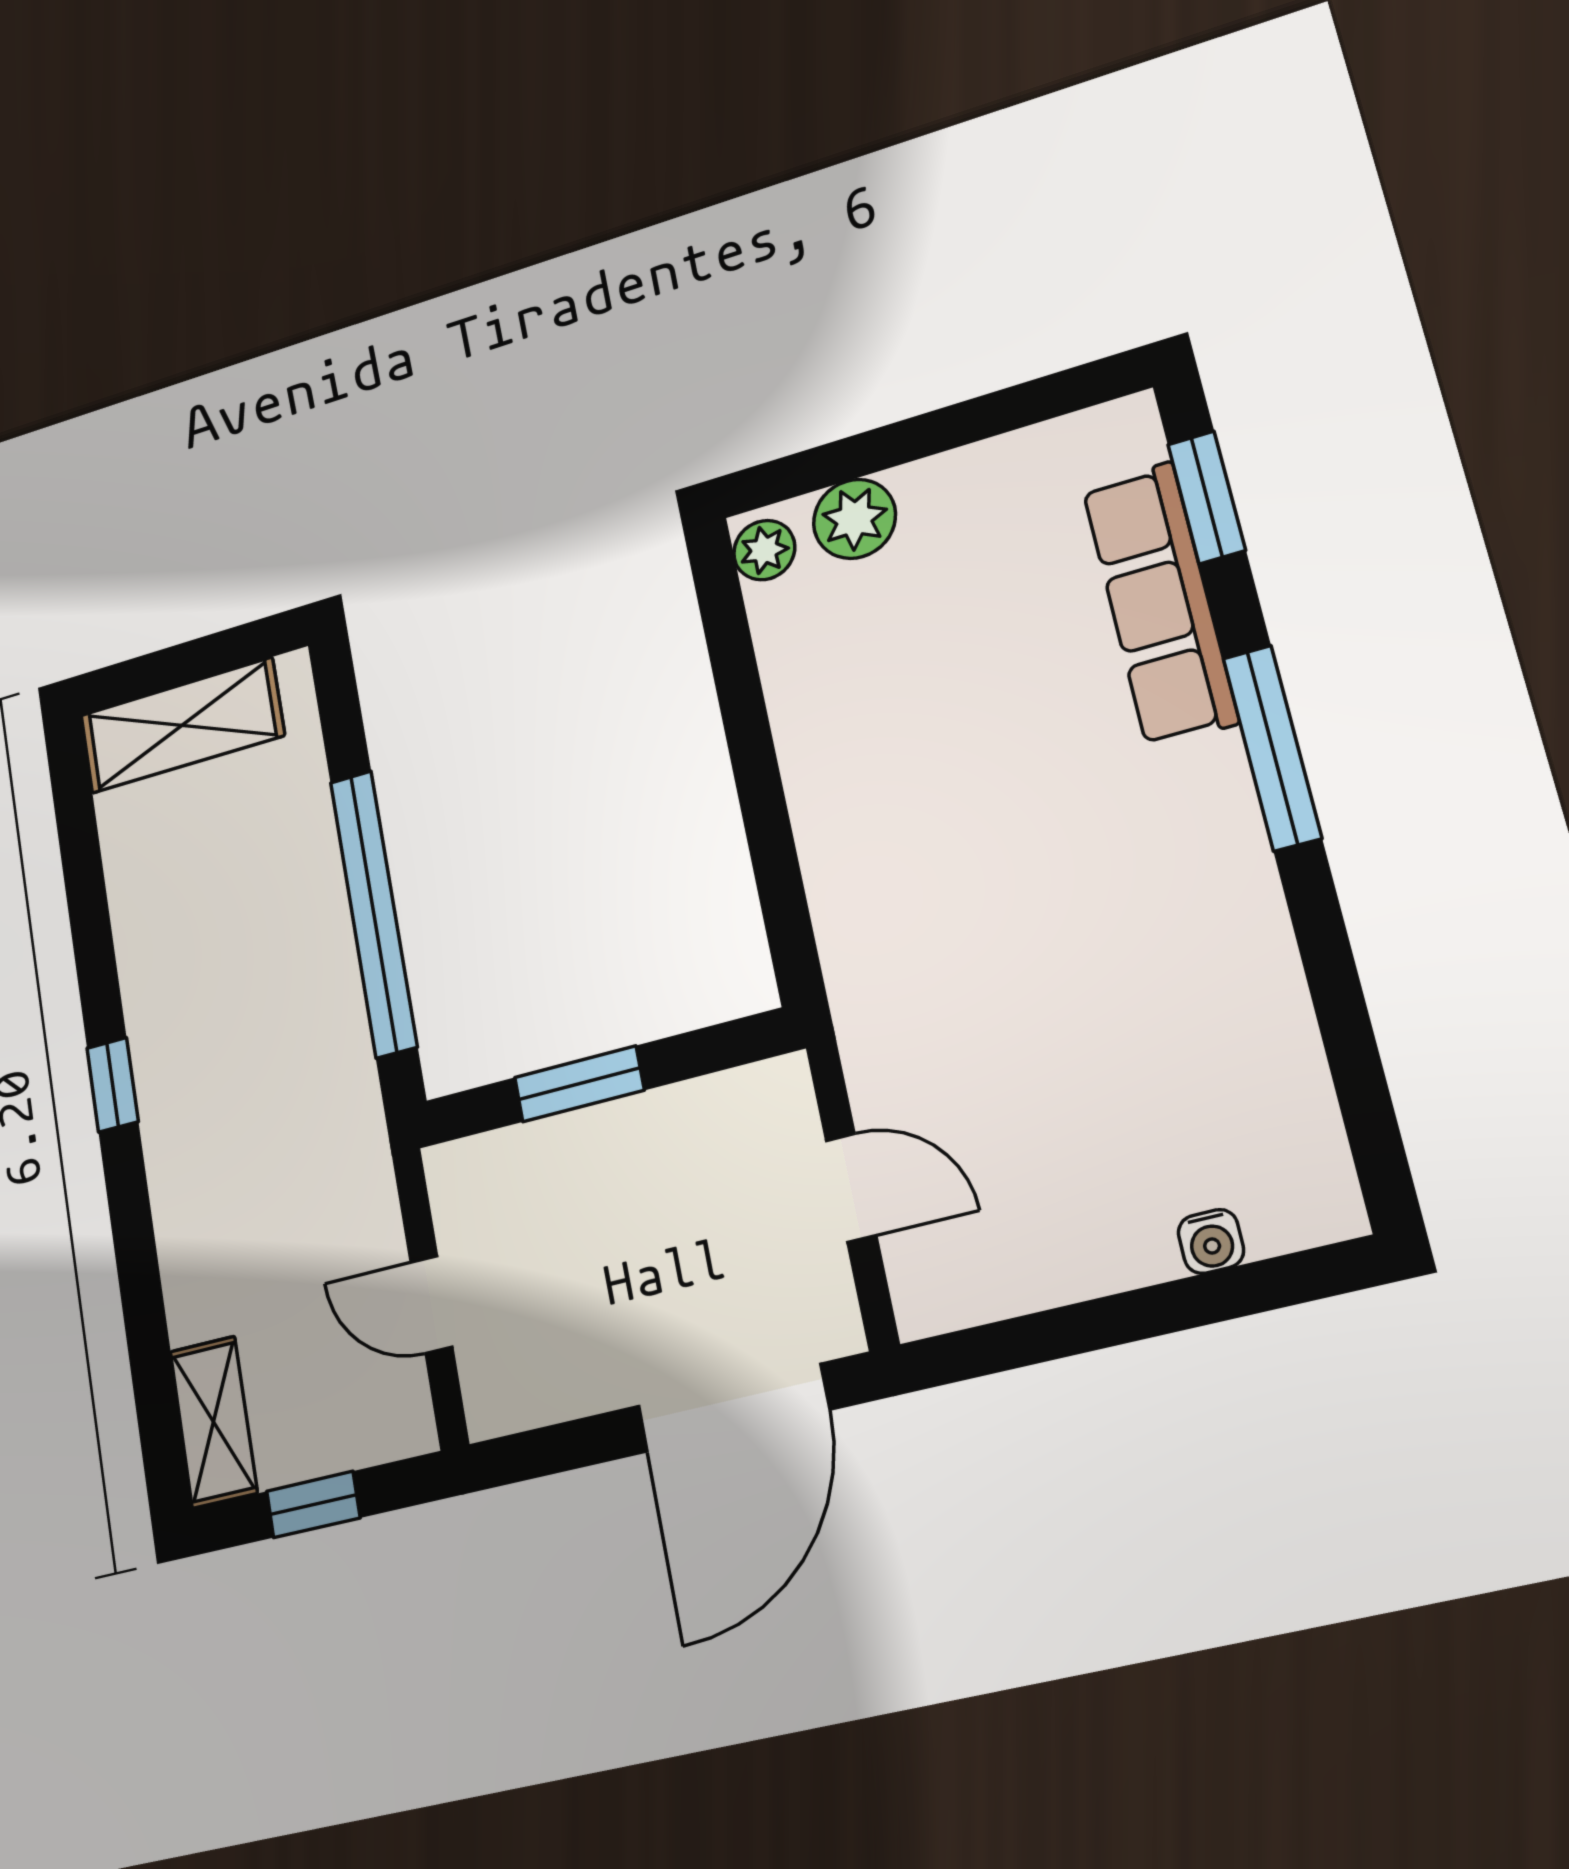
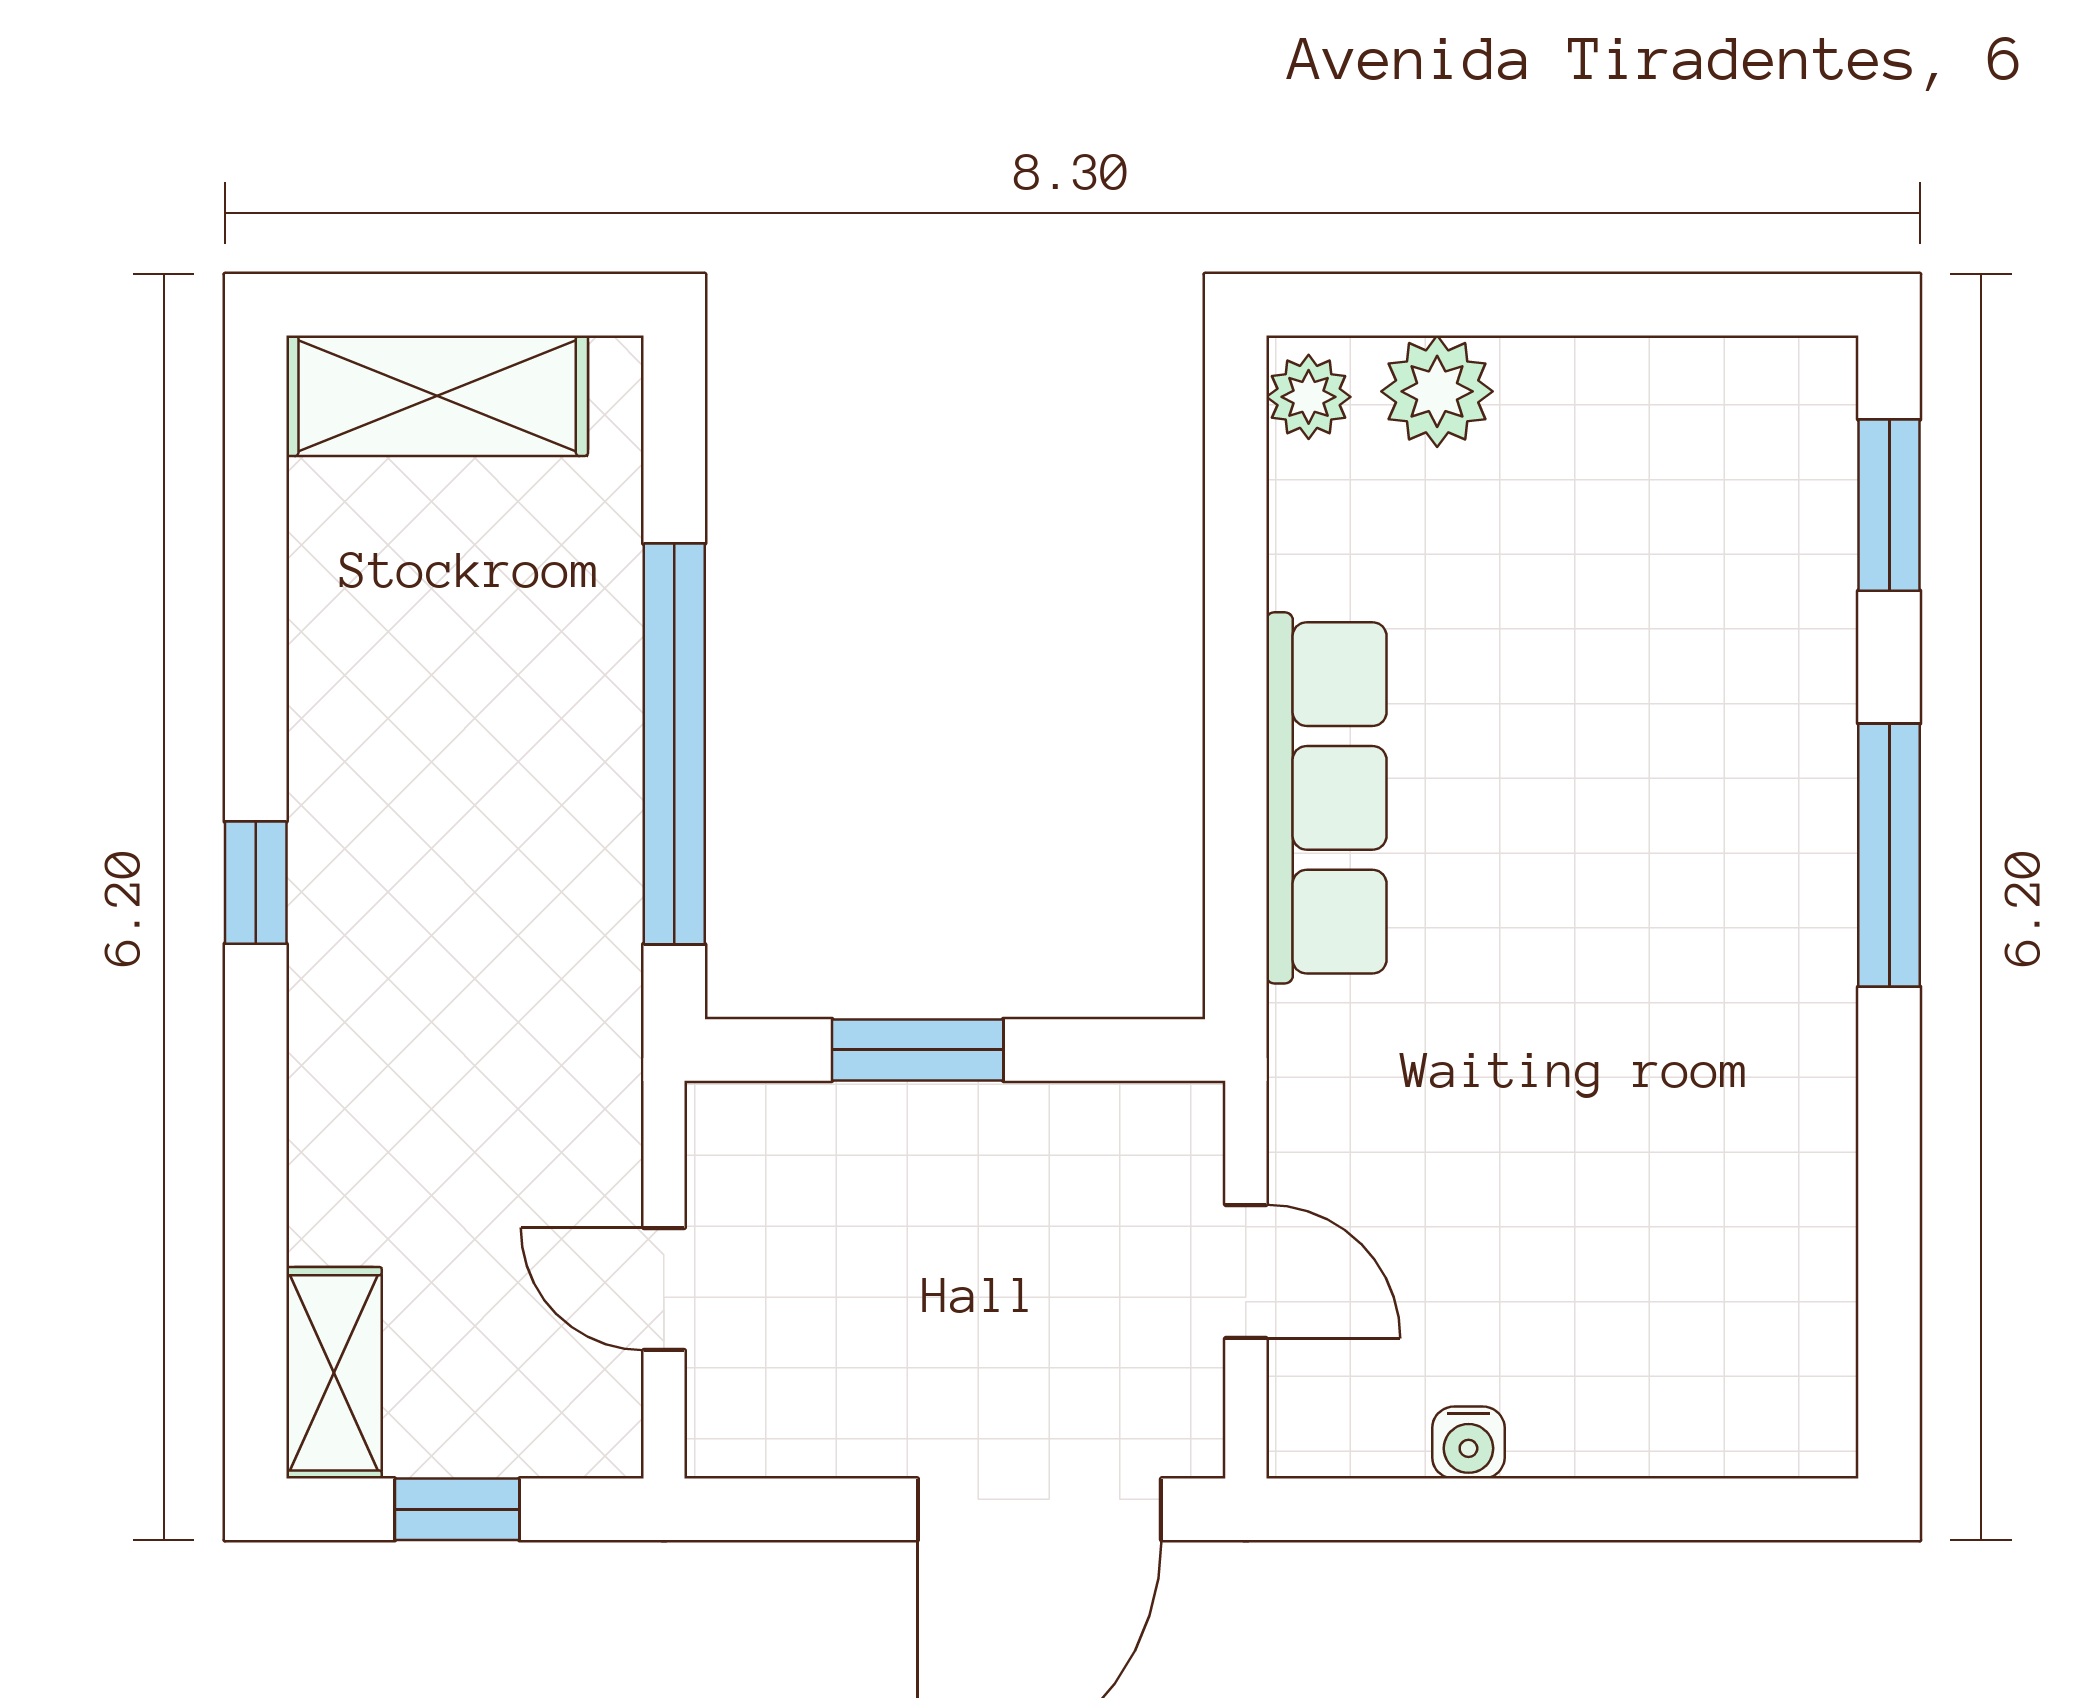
row of seats: (1160, 604) -> (1326, 798), moved, turned 180
water cooler: (1211, 1241) -> (1468, 1443), moved

